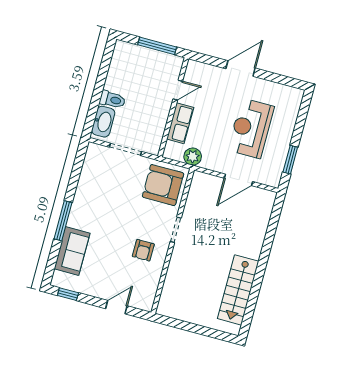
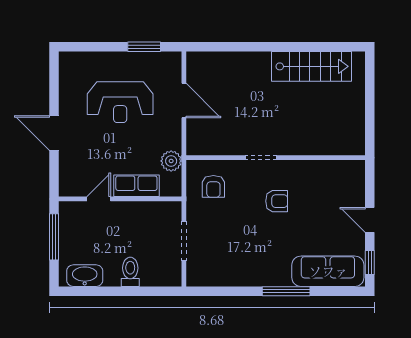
door: (178, 90) -> (99, 199), hinge flipped
washbasin: (103, 122) -> (85, 276), moved
armchair: (163, 185) -> (213, 186), width x0.53, depth x0.53
armchair: (143, 250) -> (277, 201), moved
sofa: (72, 251) -> (328, 271), width x1.36
door: (116, 307) -> (370, 220), moved

